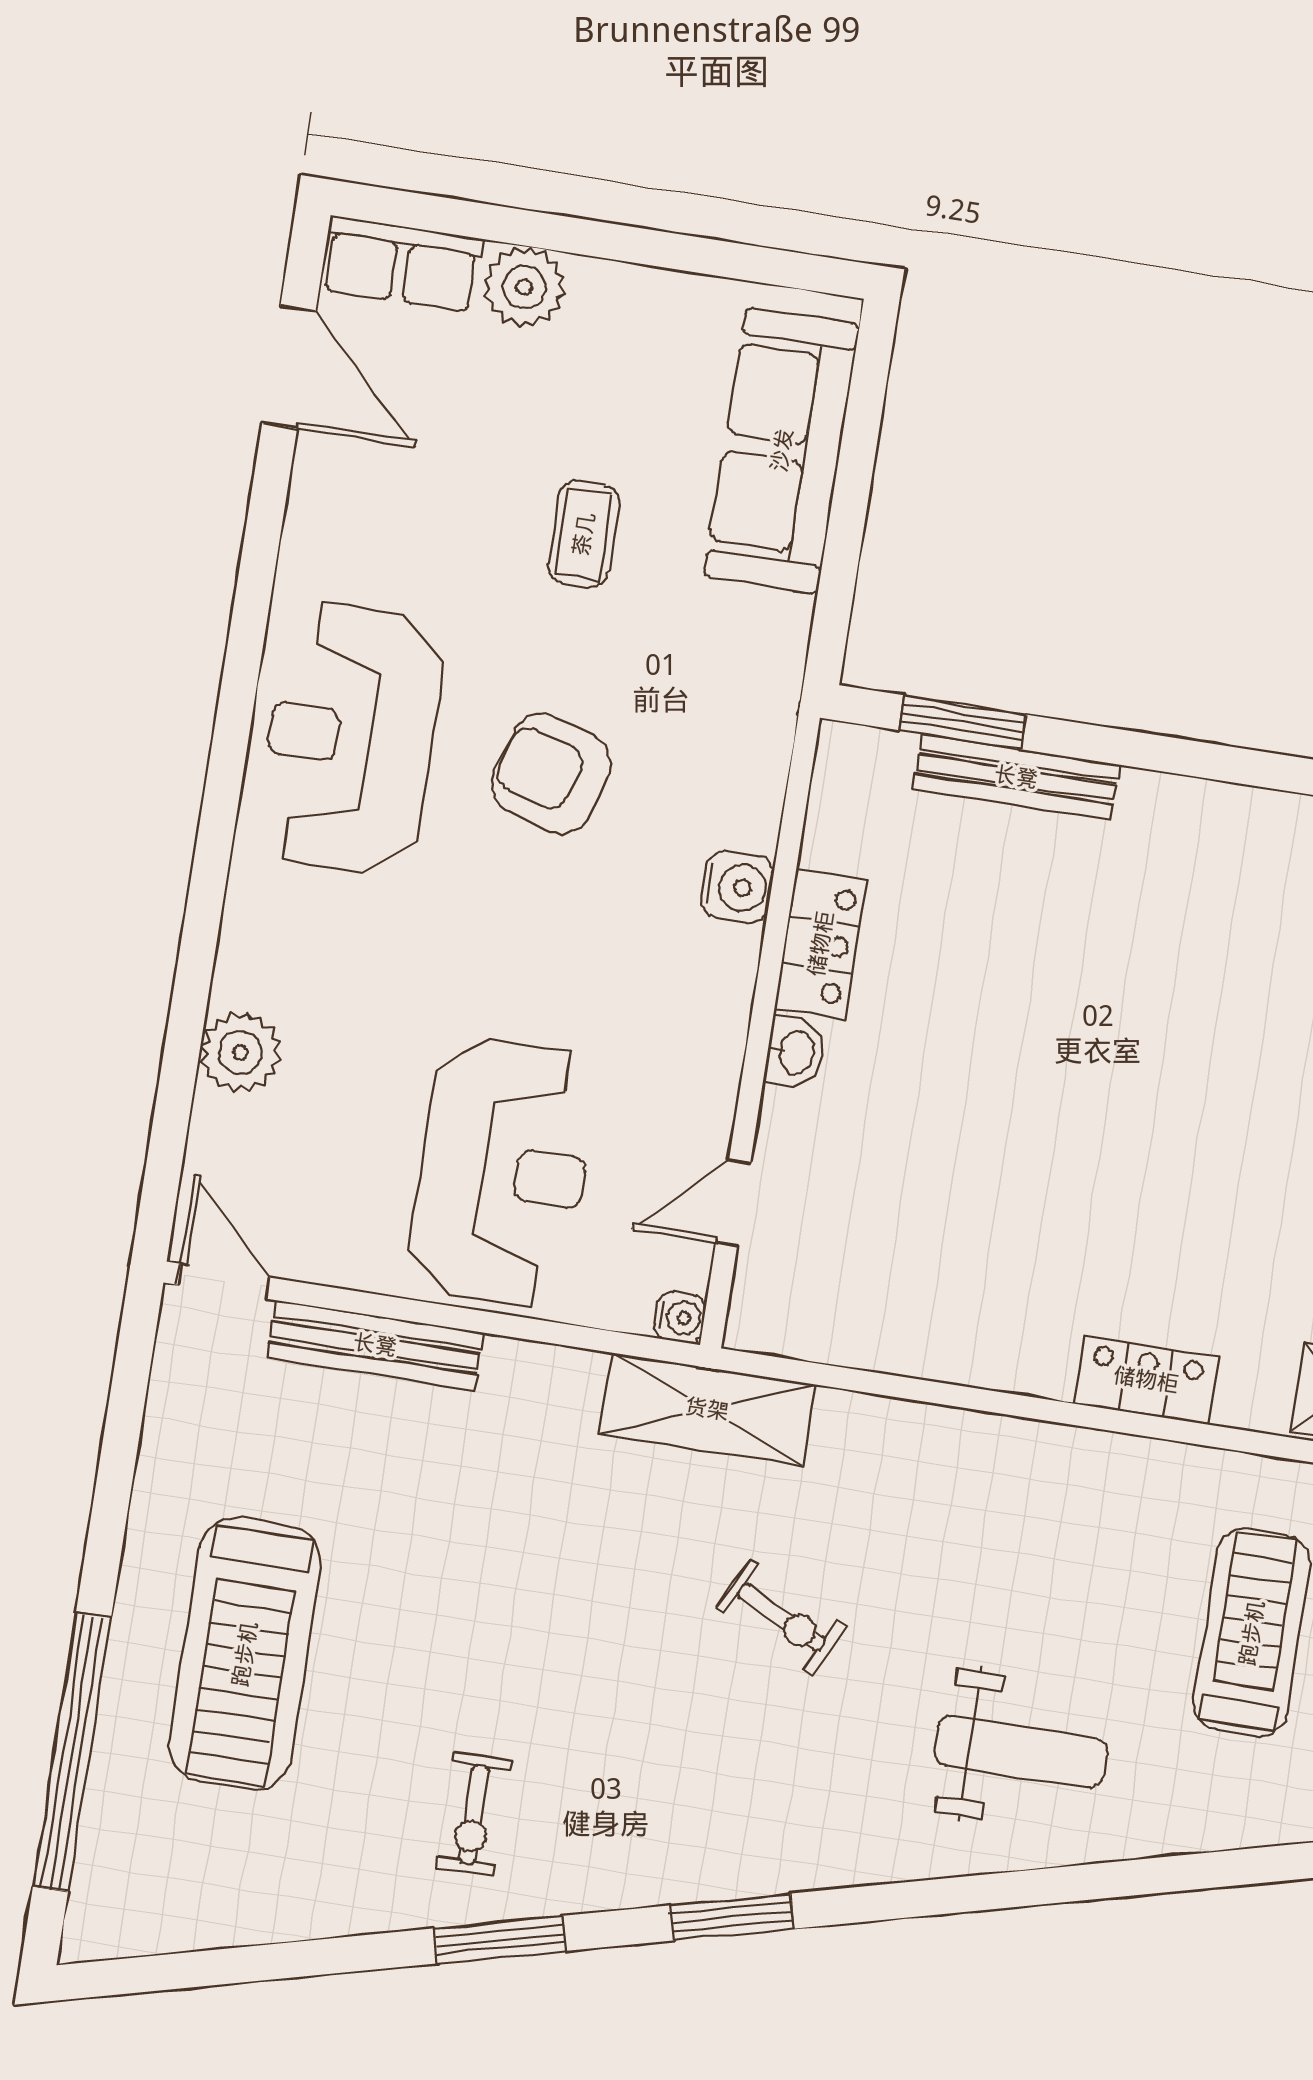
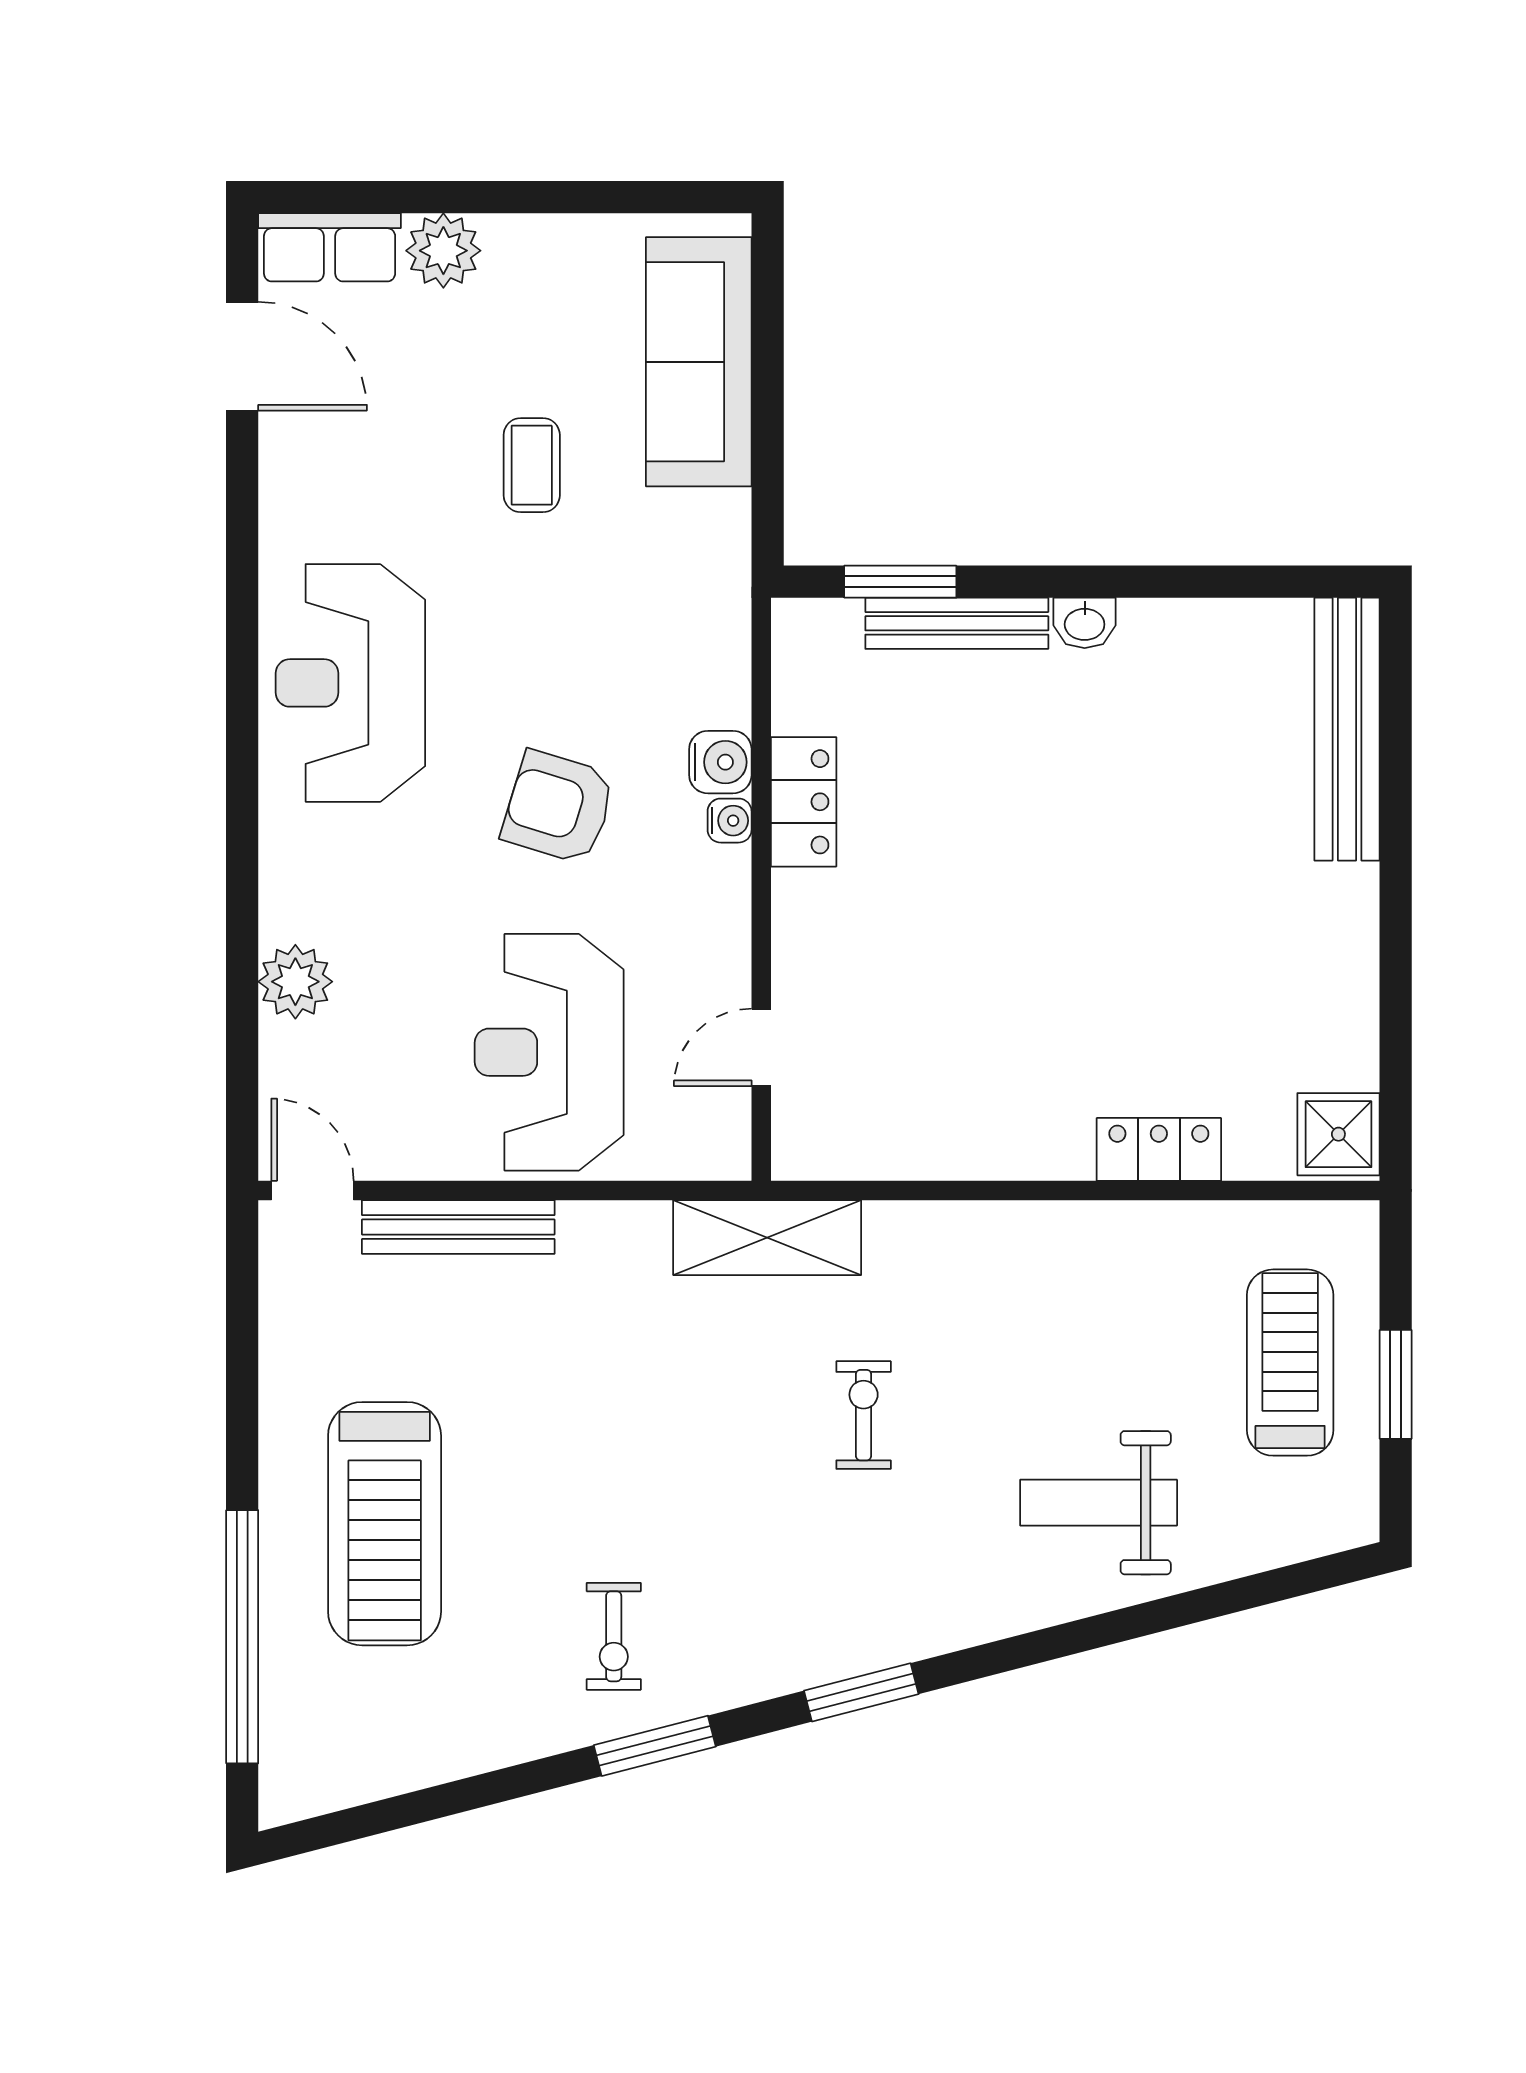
armchair: (551, 774) -> (559, 807), moved
washbasin: (795, 1052) -> (1085, 623), moved, turned 90
reception desk: (503, 1172) -> (549, 1052), turned 180
water cooler: (680, 1318) -> (730, 821), moved
exercise bike: (781, 1617) -> (864, 1415), turned -116
weight bench: (1021, 1752) -> (1099, 1503), turned 180

